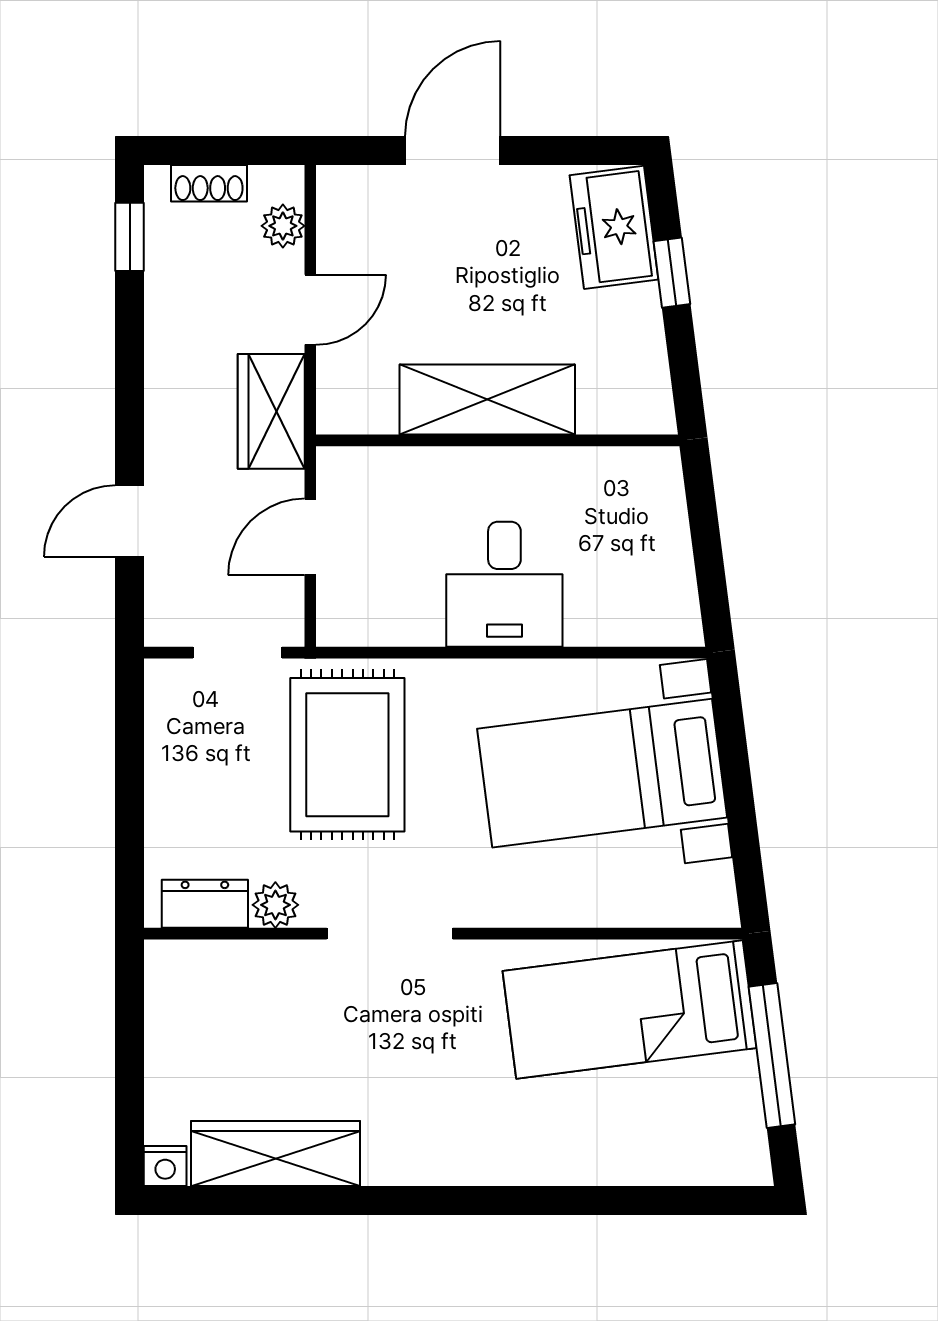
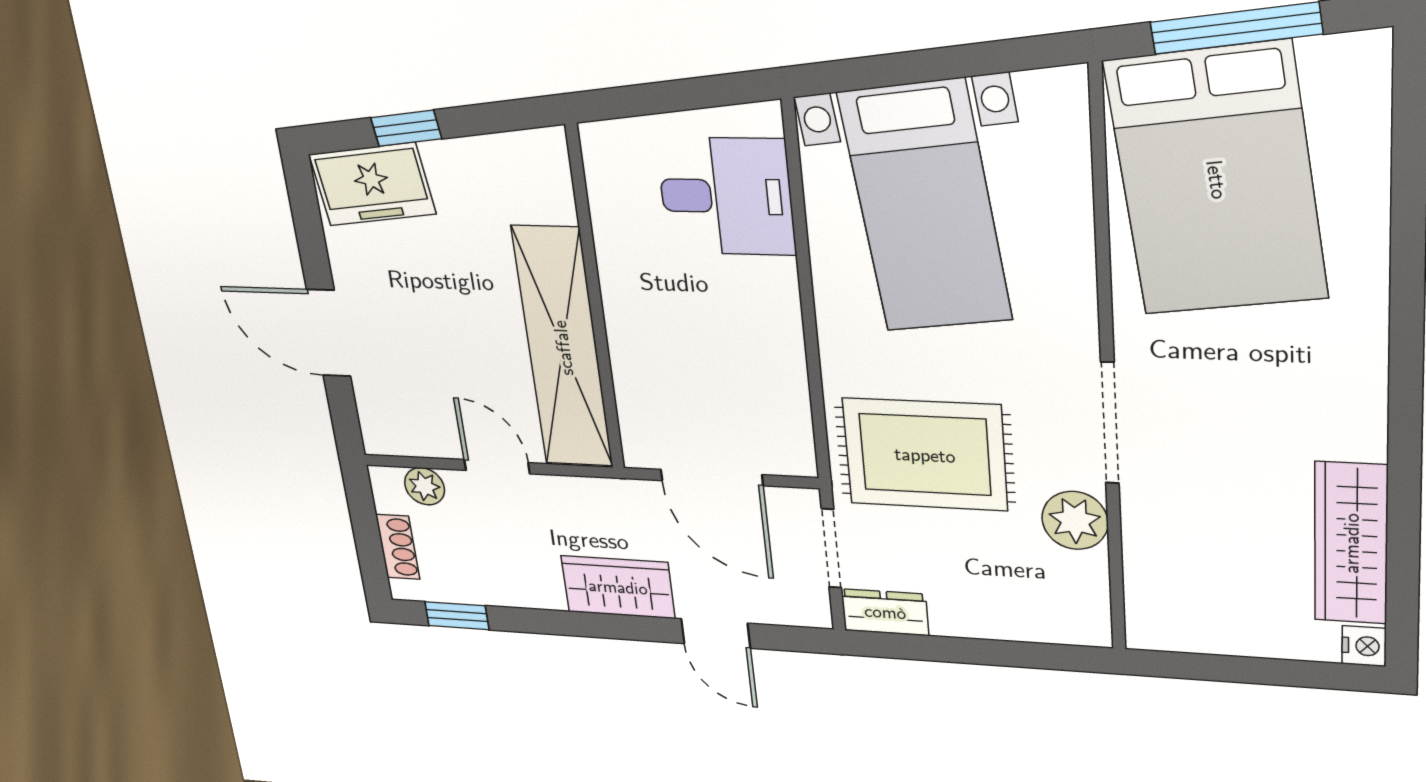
shelving: (487, 399) -> (563, 348), width x1.47
wardrobe: (271, 411) -> (618, 587), moved, turned 180
door: (310, 537) -> (712, 478), width x1.38
desk: (504, 584) -> (726, 196), moved
dresser: (205, 904) -> (885, 612), moved, turned 90
plant: (275, 905) -> (1075, 520), width x1.38, depth x1.38
bed: (630, 1009) -> (1217, 180), width x1.50

